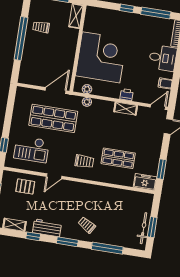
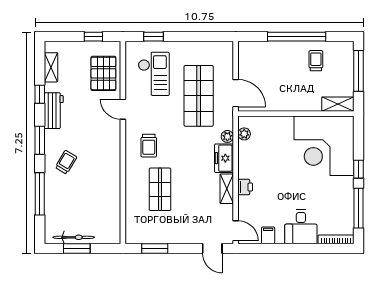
corner desk: (101, 57) -> (324, 146), moved, turned 90
checkout: (32, 149) -> (154, 74), turned 180
freezer: (145, 182) -> (224, 158), moved, turned 180
pallet: (25, 186) -> (103, 73), width x1.50, depth x1.42

